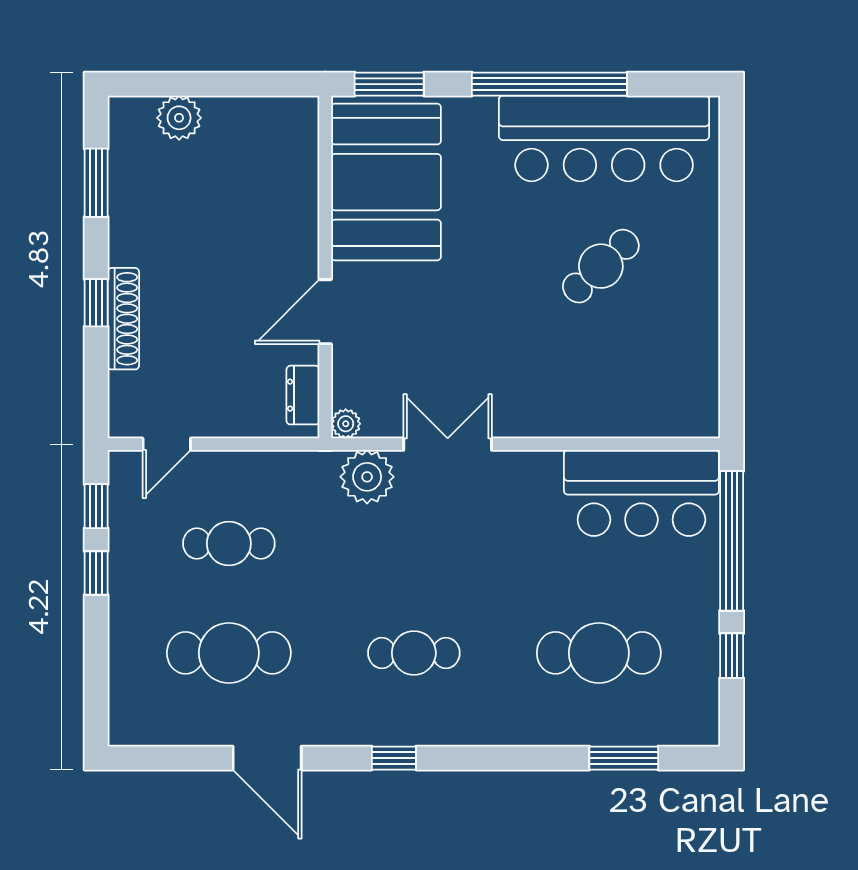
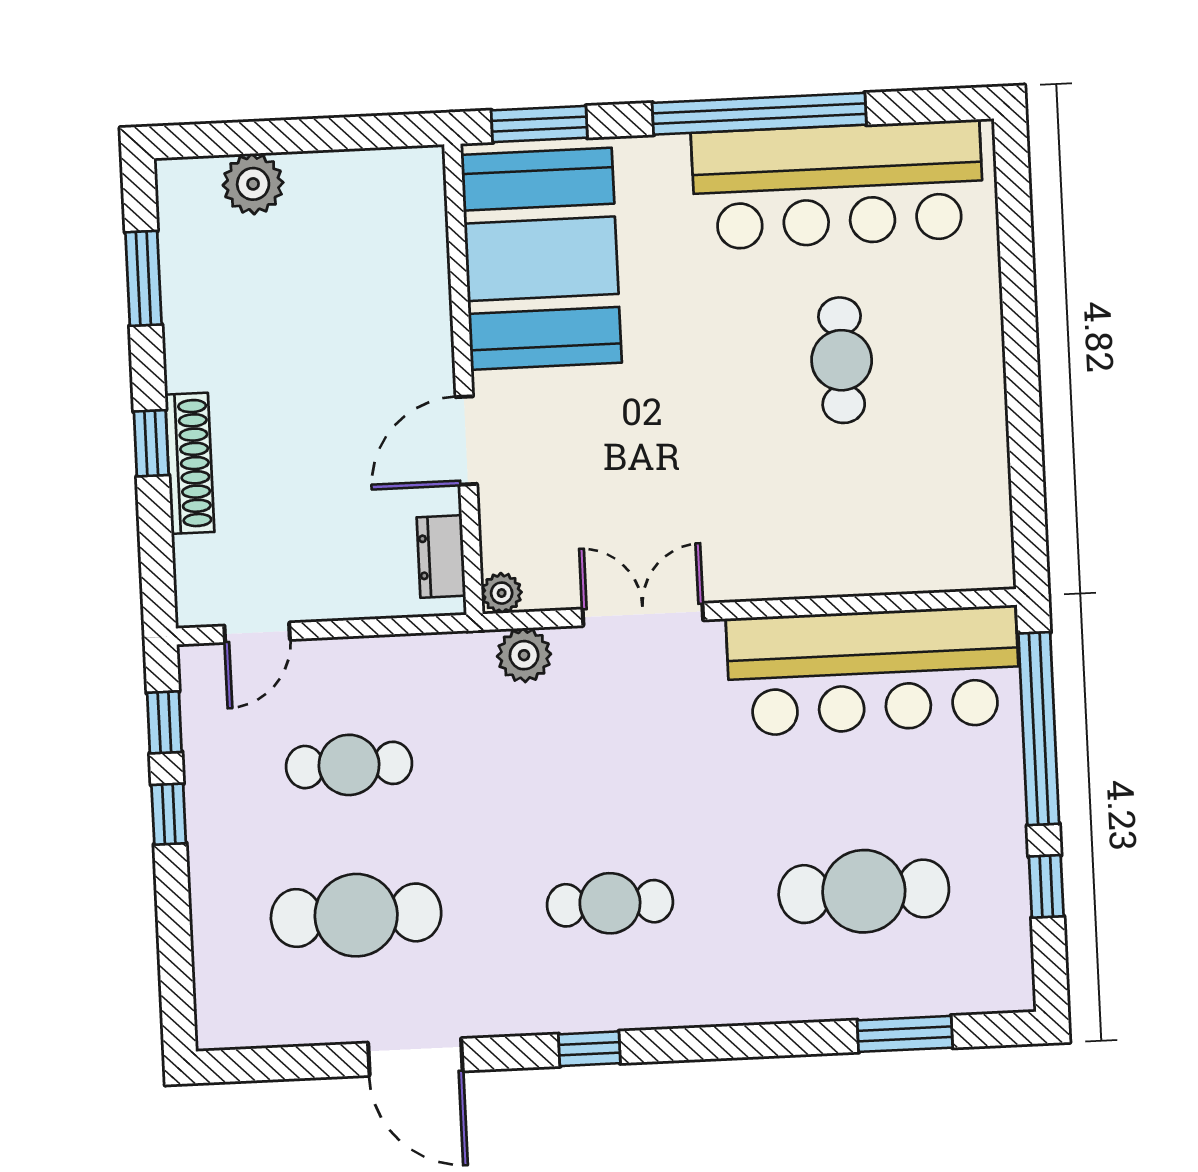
cafe table: (601, 266) -> (842, 360), turned -47
plant: (367, 477) -> (524, 655), width x0.73, depth x0.73
bar counter: (641, 493) -> (873, 671), width x1.36

